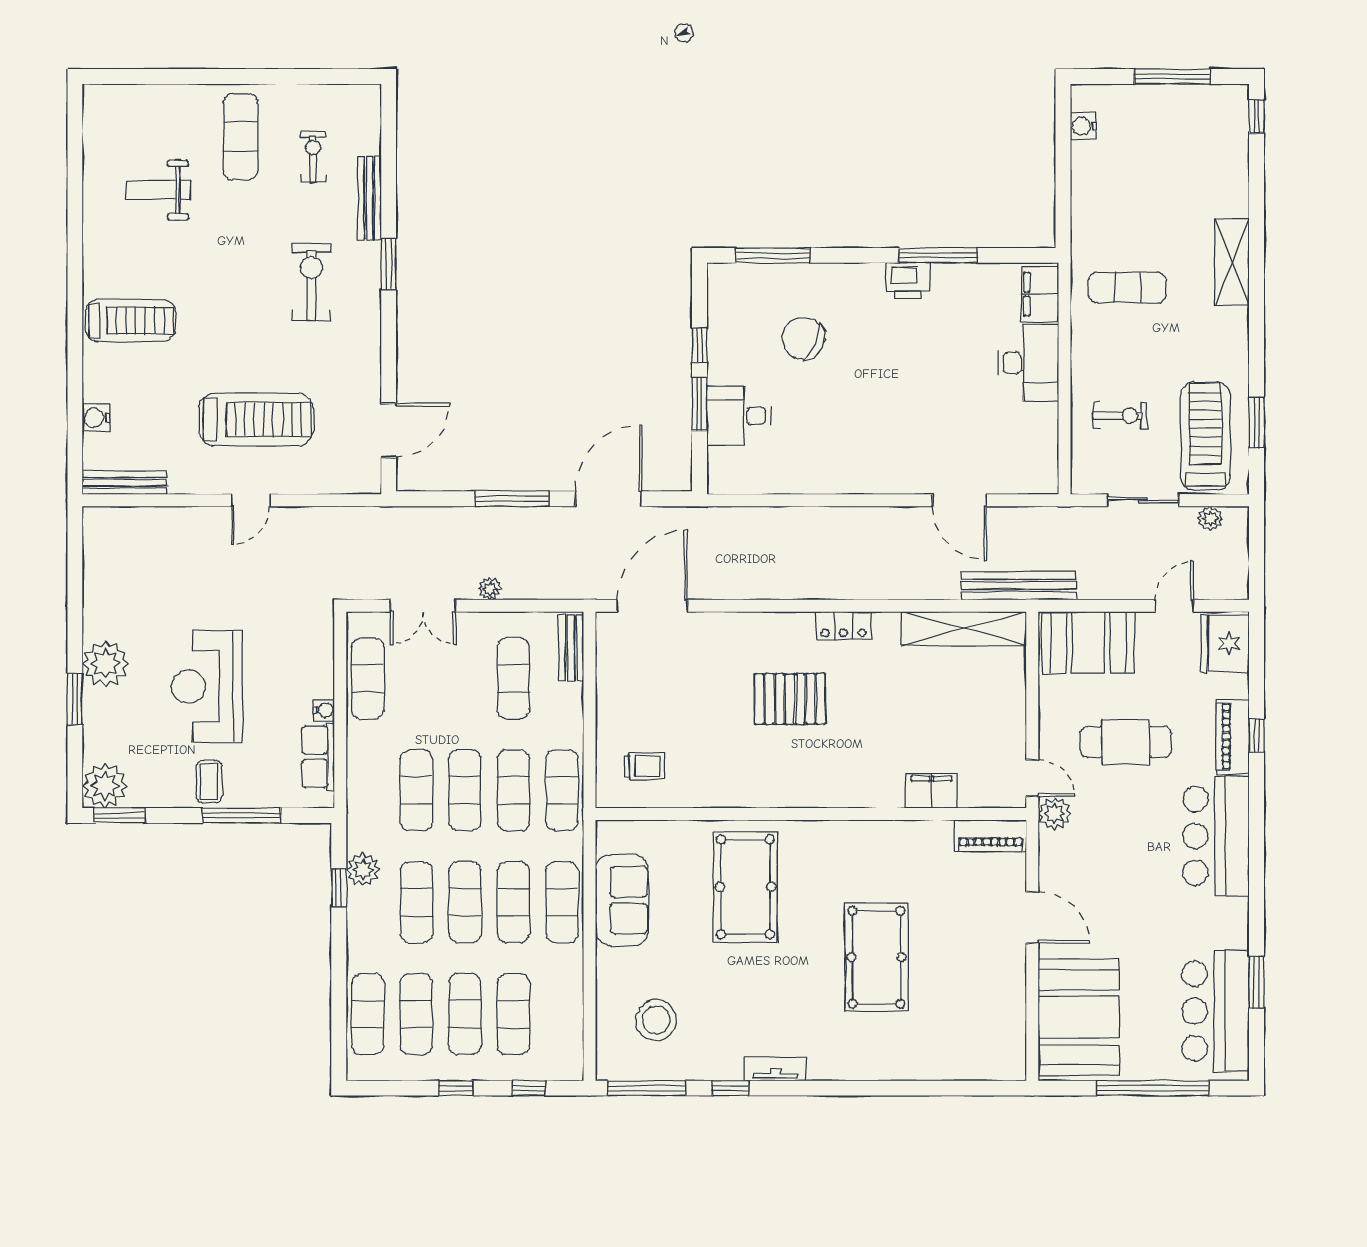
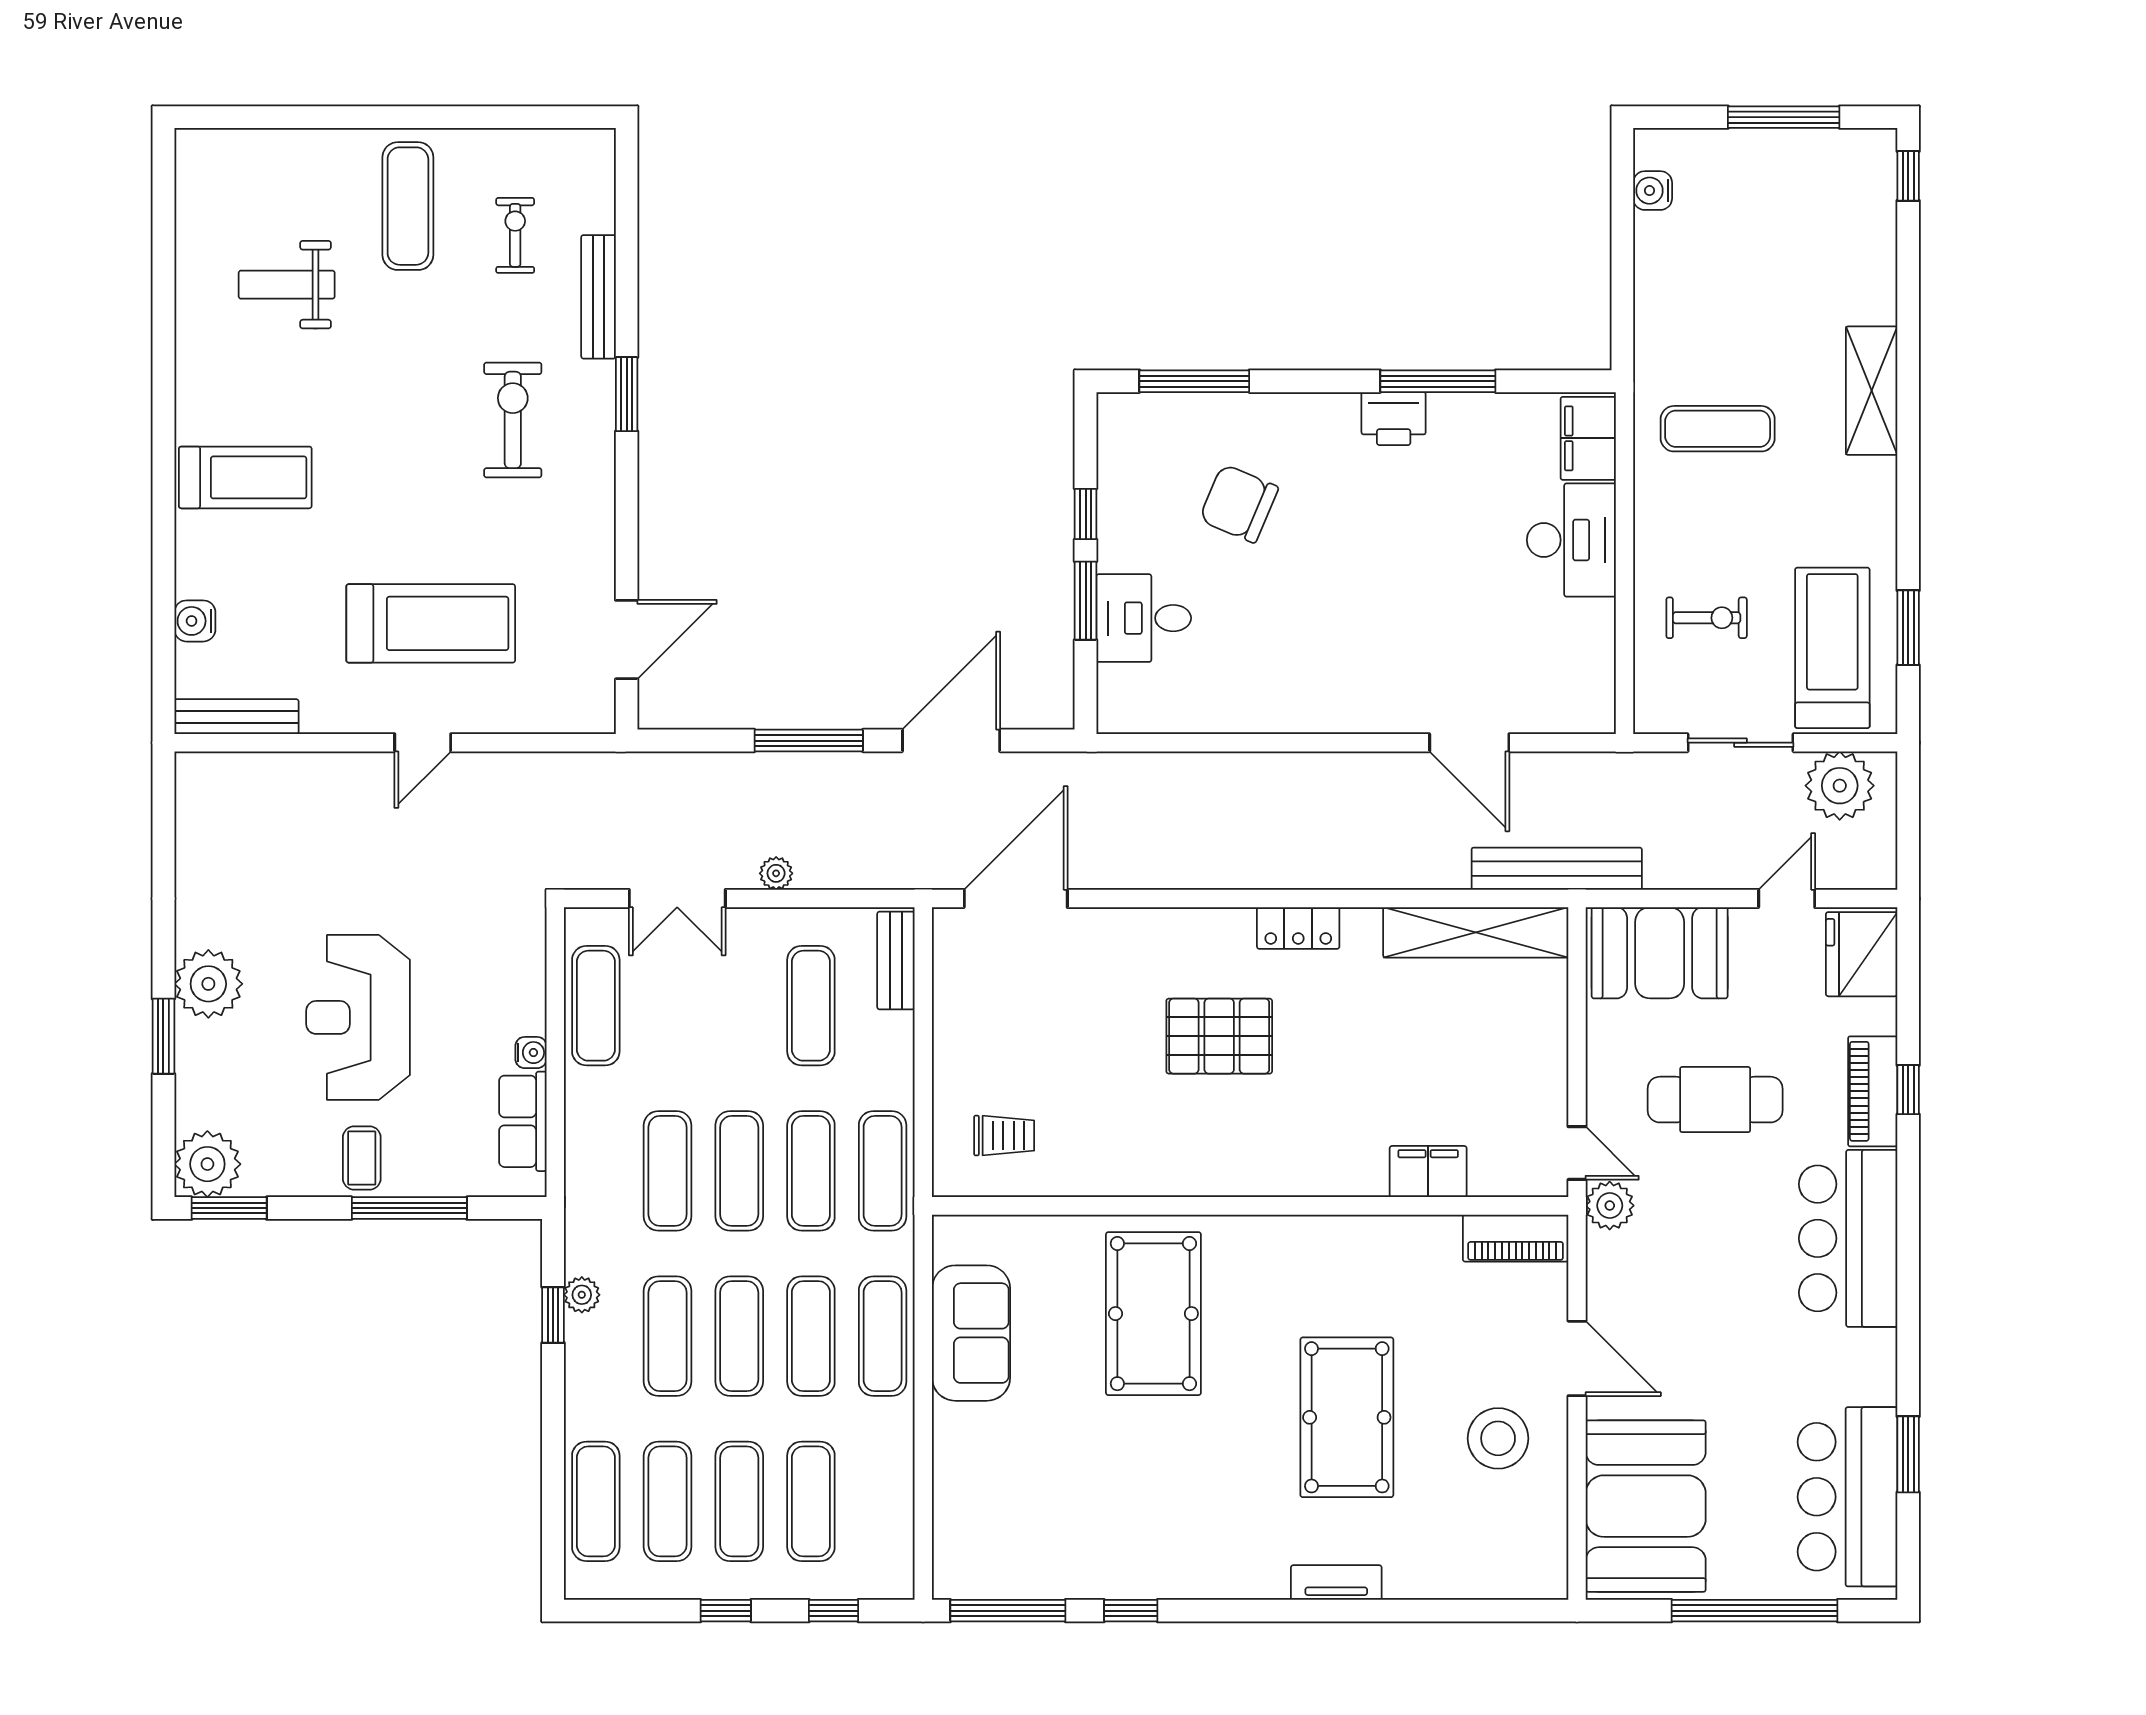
plant: (1210, 518) -> (1840, 786), width x1.88, depth x1.88
plant: (363, 870) -> (582, 1295), width x0.73, depth x0.73
stool: (656, 1020) -> (1498, 1438), moved
tv unit: (775, 1069) -> (1336, 1583), moved

